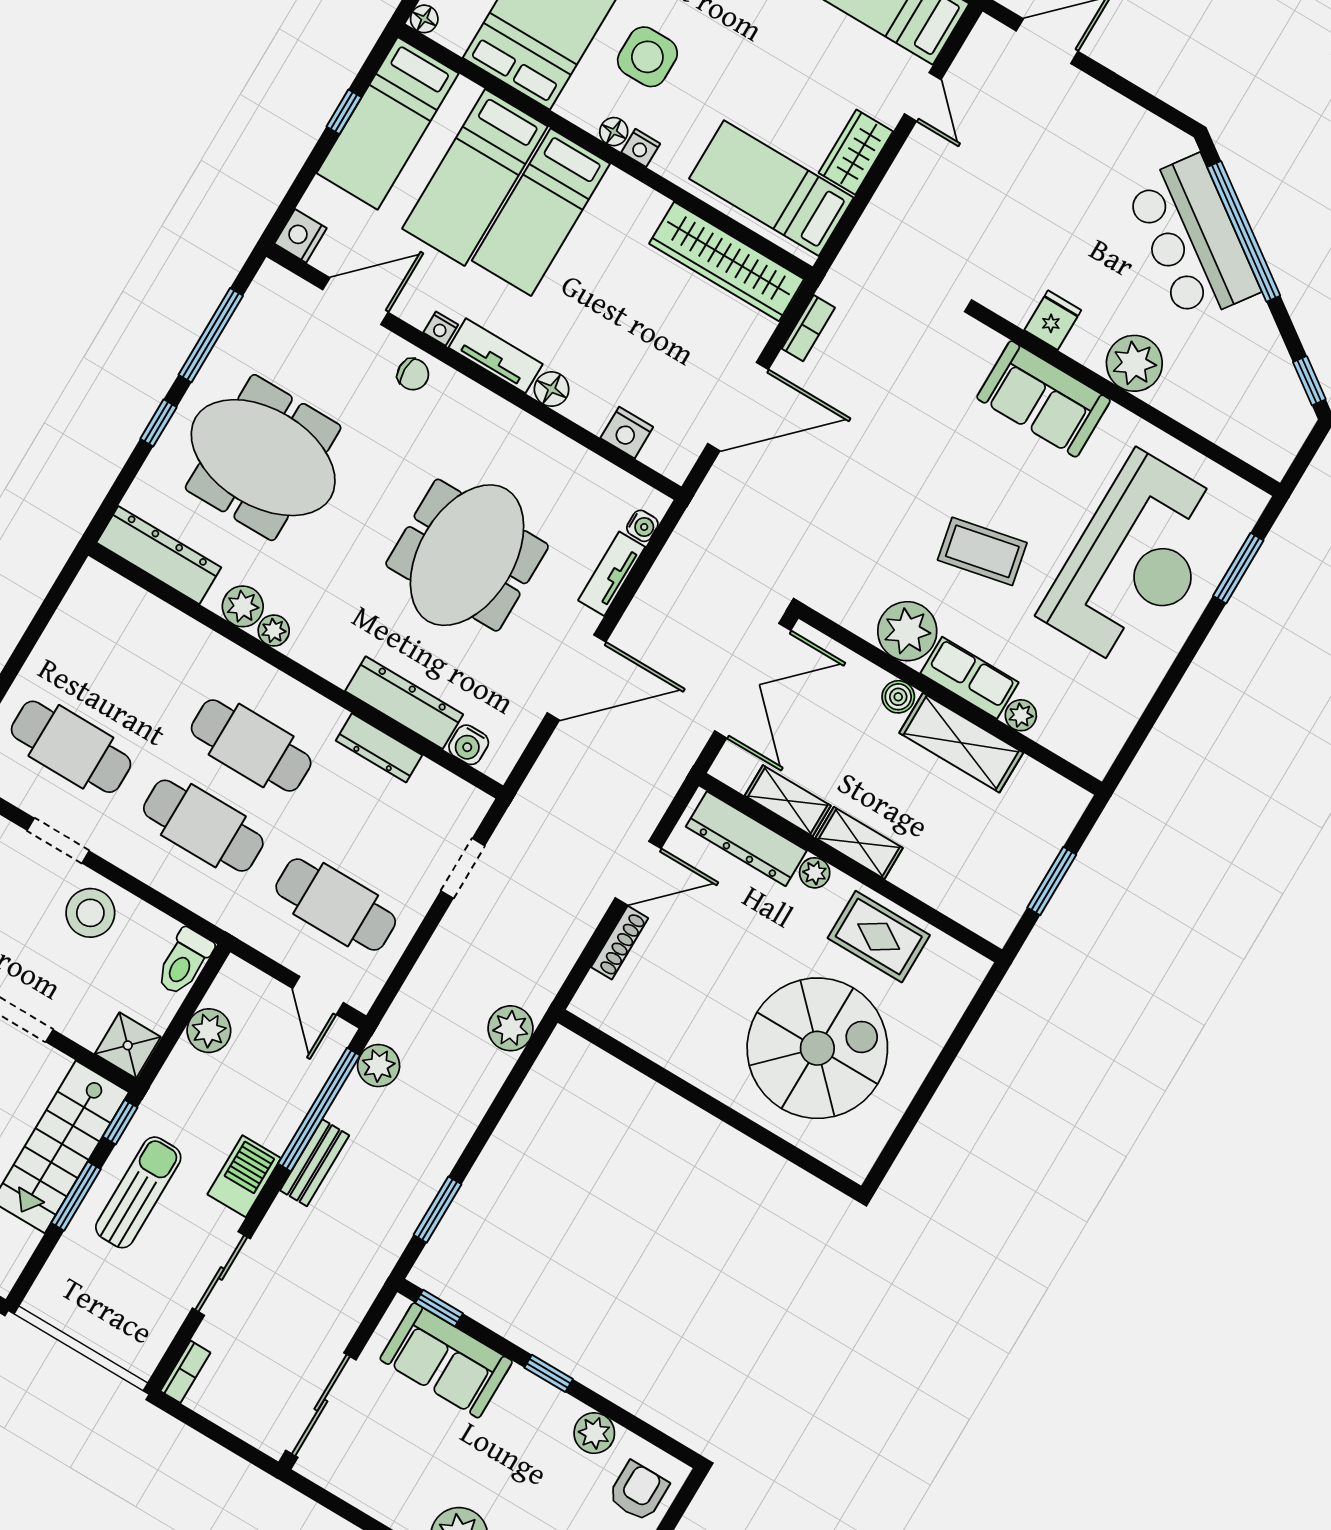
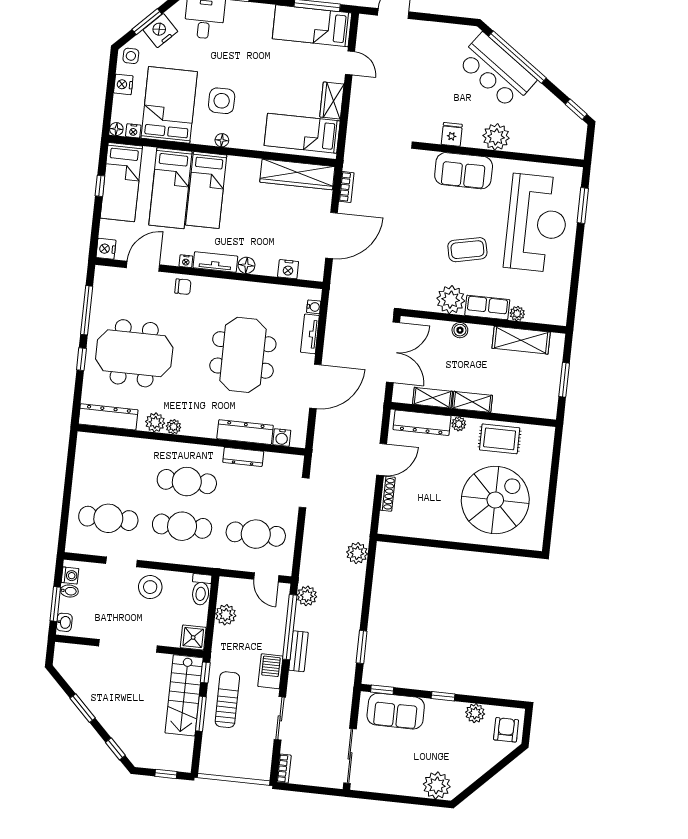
nightstand: (641, 148) -> (133, 131), moved
shelving: (961, 743) -> (521, 340), moved

